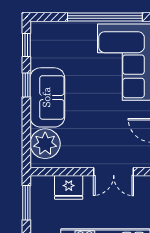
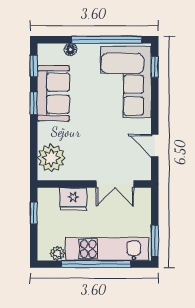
floor lamp: (66, 27) -> (70, 49), added
sofa: (47, 97) -> (53, 93), moved
window: (26, 203) -> (34, 213), width x0.67

